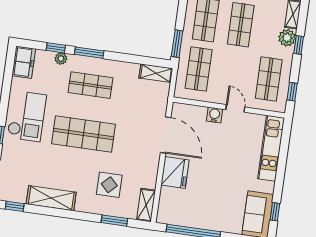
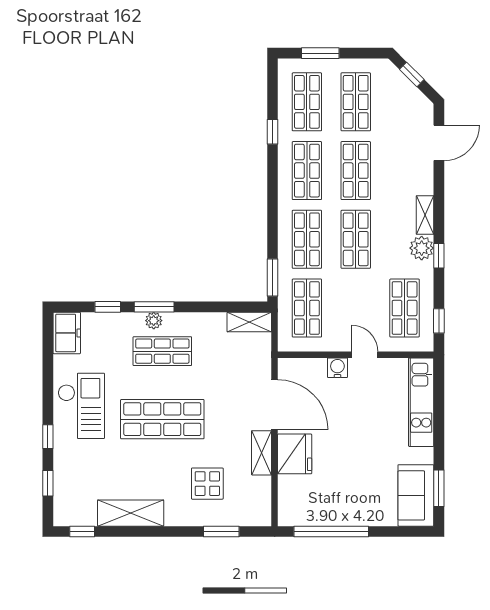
plant: (61, 59) -> (154, 321), moved
shelving: (146, 205) -> (262, 453), moved
window: (275, 212) -> (439, 488), width x1.50

